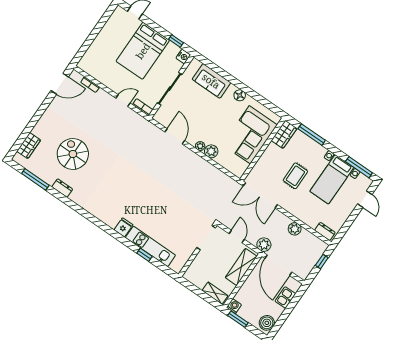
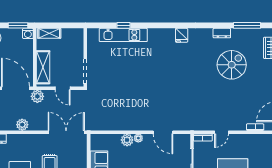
spiral stairs: (73, 154) -> (232, 65), turned -90
fridge: (124, 227) -> (182, 35), moved

